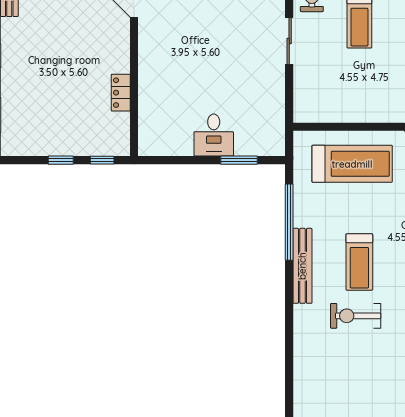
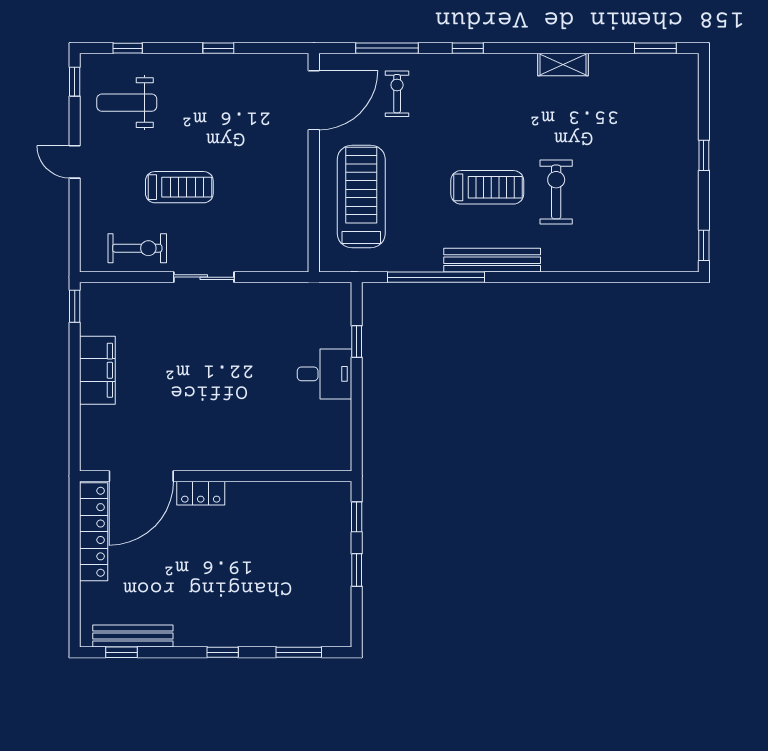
locker: (121, 93) -> (201, 493), moved
window: (239, 160) -> (357, 342), width x0.67
exercise bike: (356, 316) -> (556, 192), turned 180

